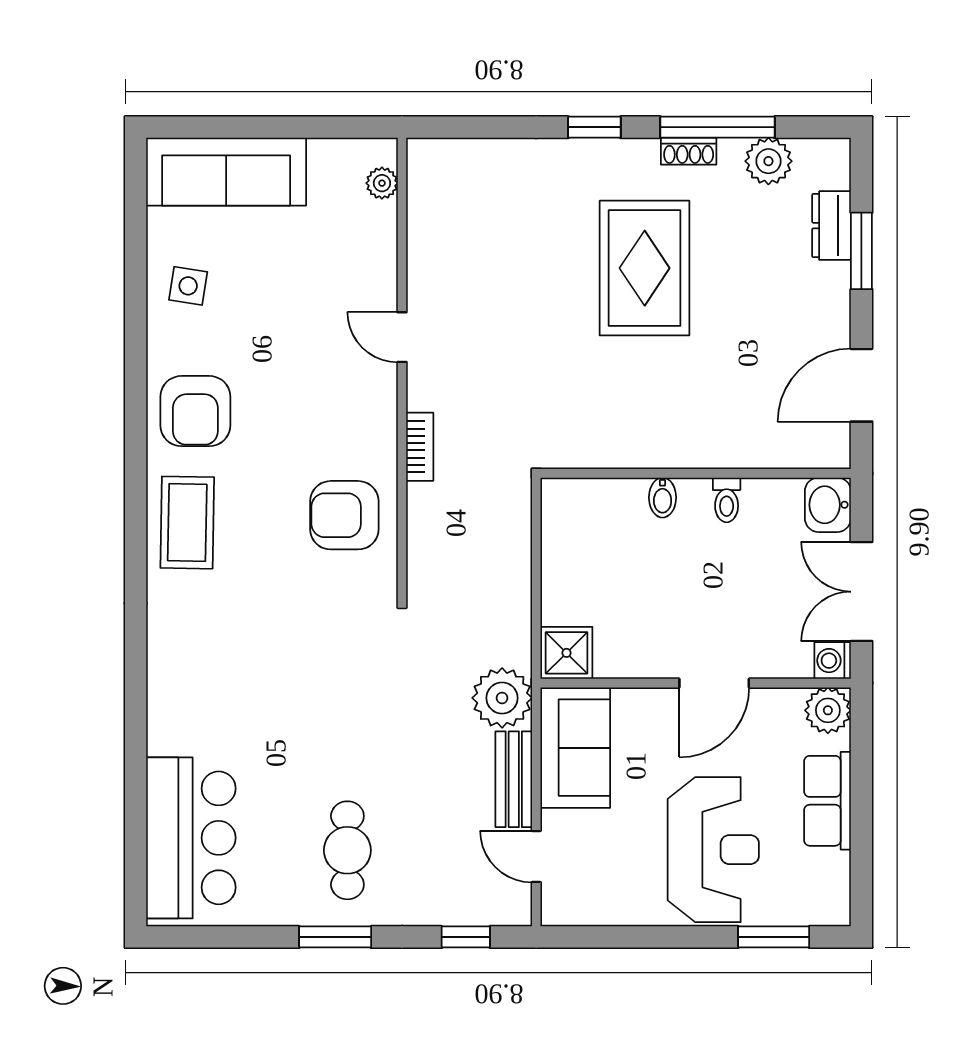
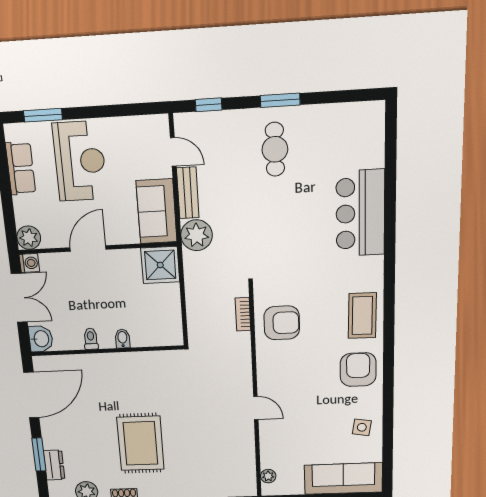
door: (861, 385) -> (31, 395), width x1.36
bookcase: (420, 447) -> (243, 314), moved
shower: (566, 653) -> (160, 265), width x1.36, depth x1.36
row of seats: (828, 801) -> (21, 168), moved
bar counter: (191, 838) -> (360, 213), moved
reception desk: (713, 850) -> (80, 161), turned 180

